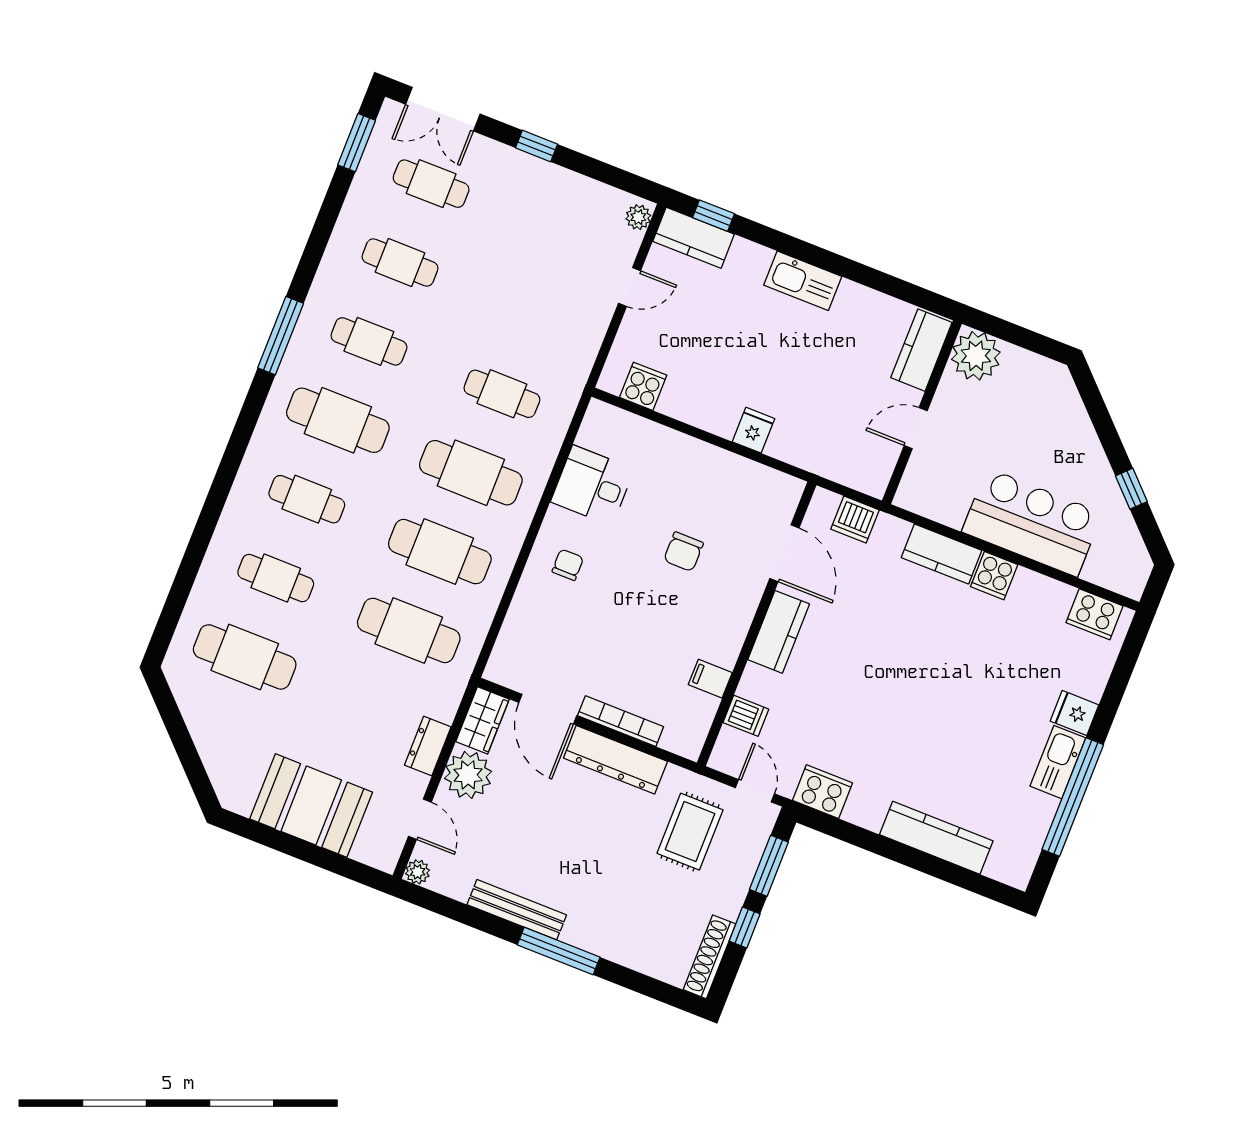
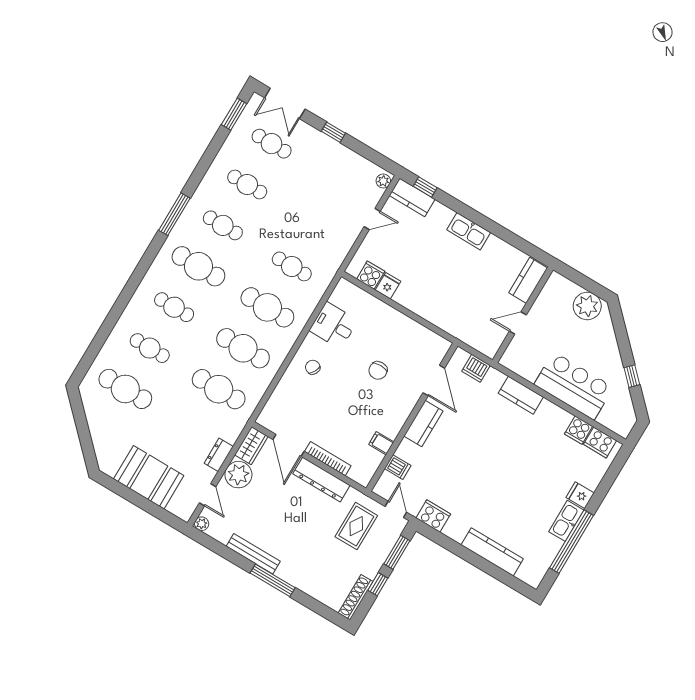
plant: (976, 356) -> (587, 306), moved
fridge: (754, 430) -> (388, 286), moved
chair: (568, 565) -> (313, 367), turned -61
cooker: (994, 576) -> (579, 430), moved

